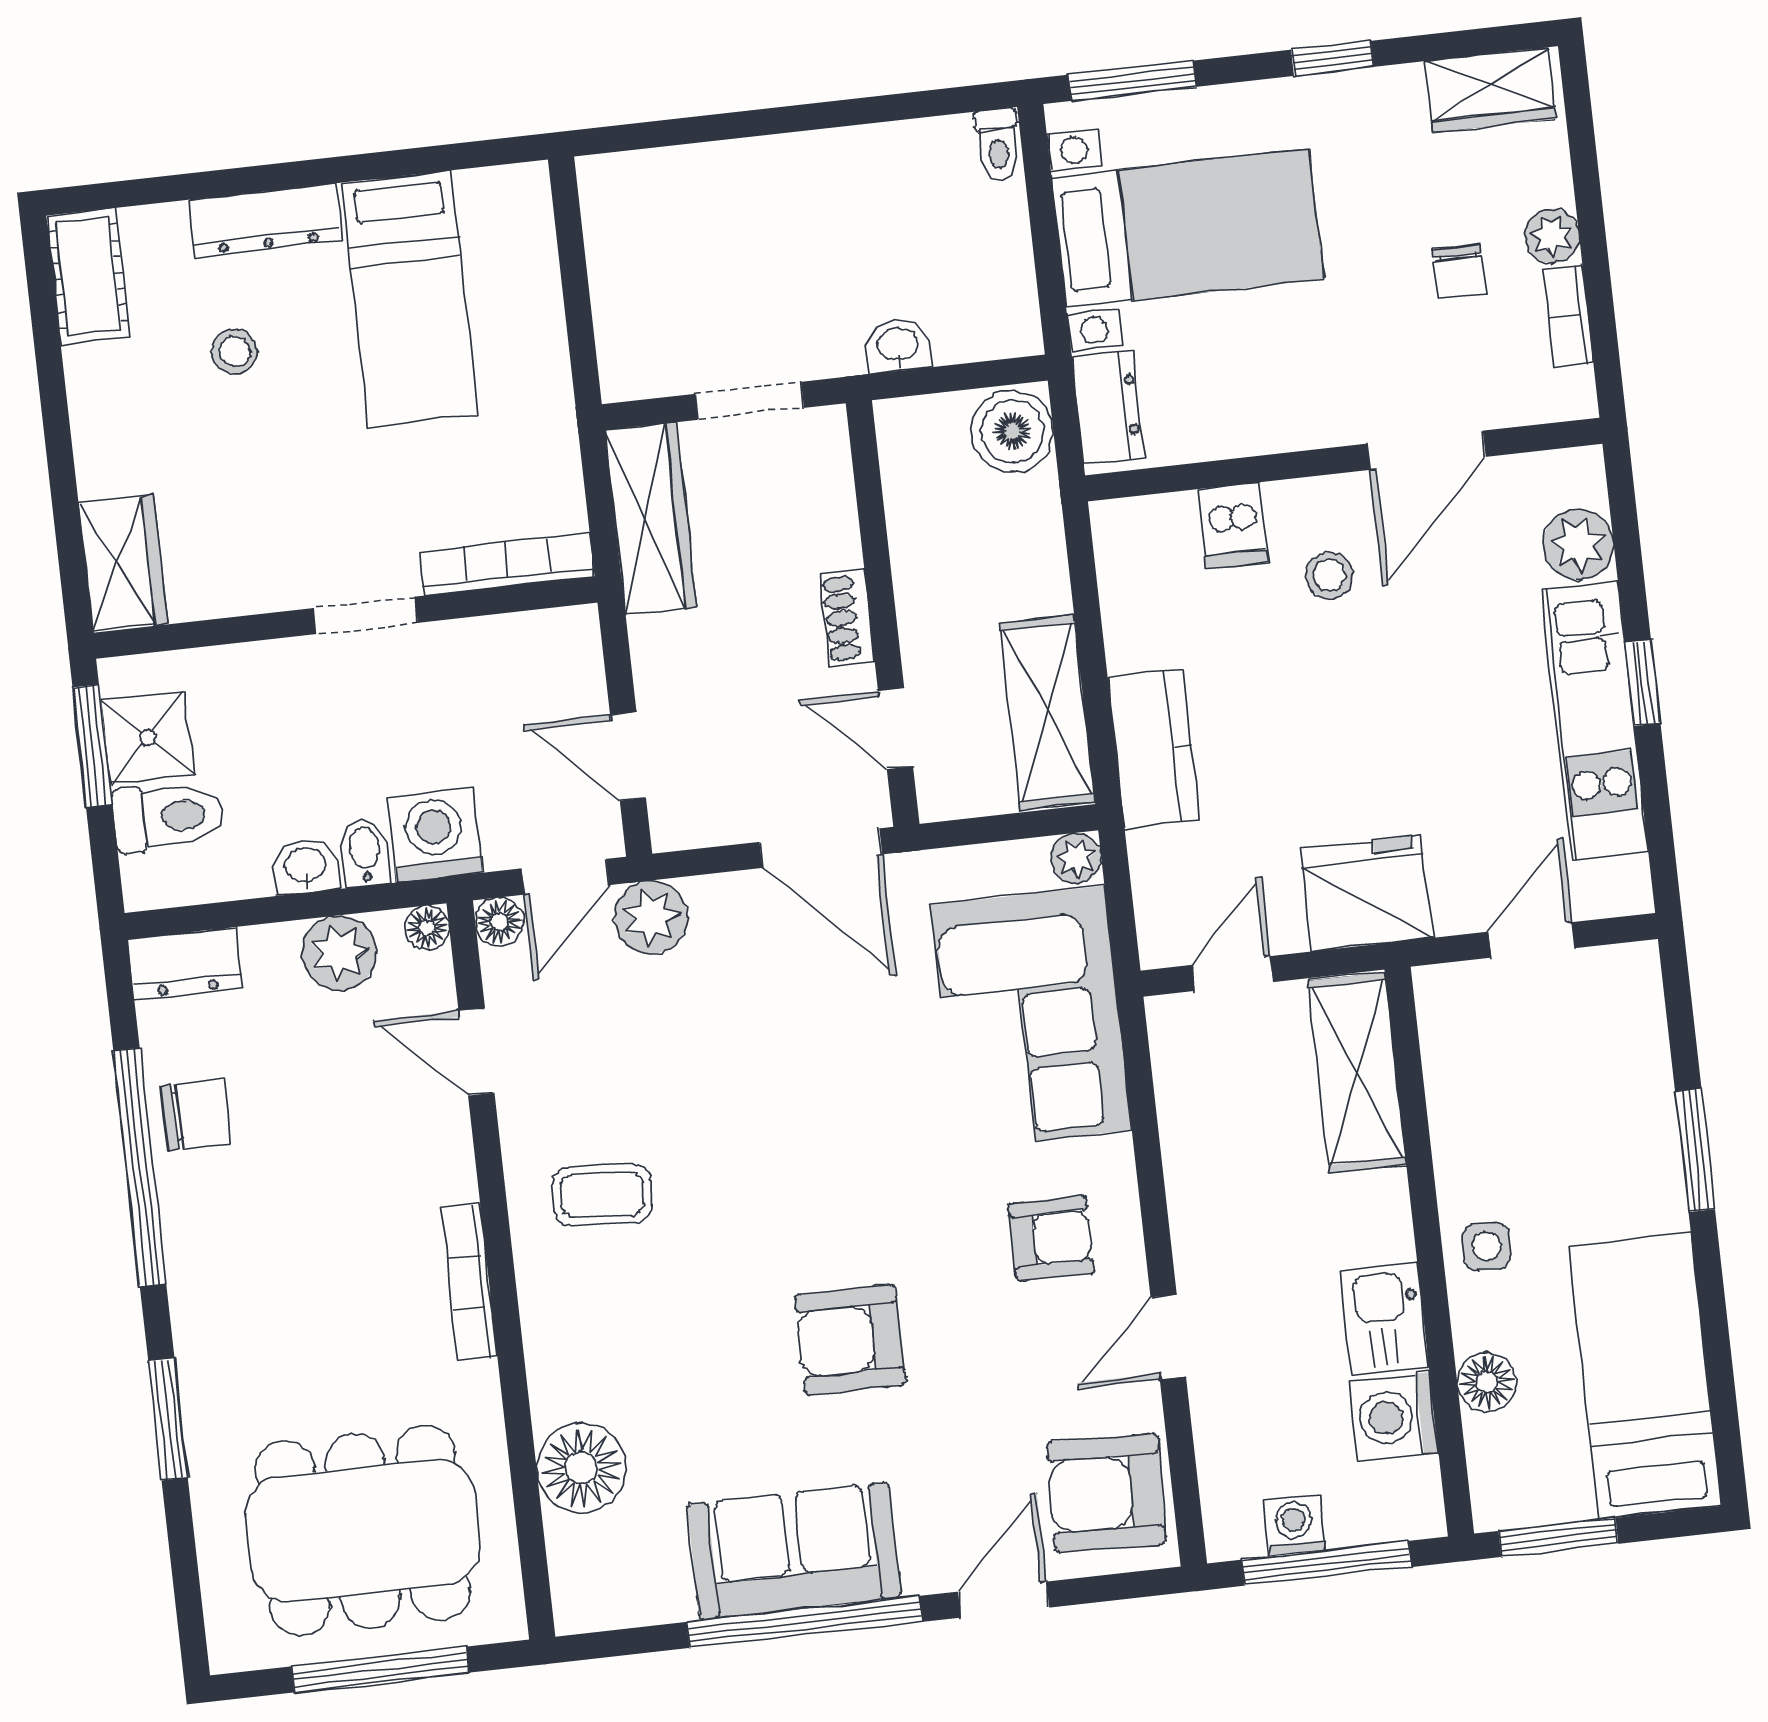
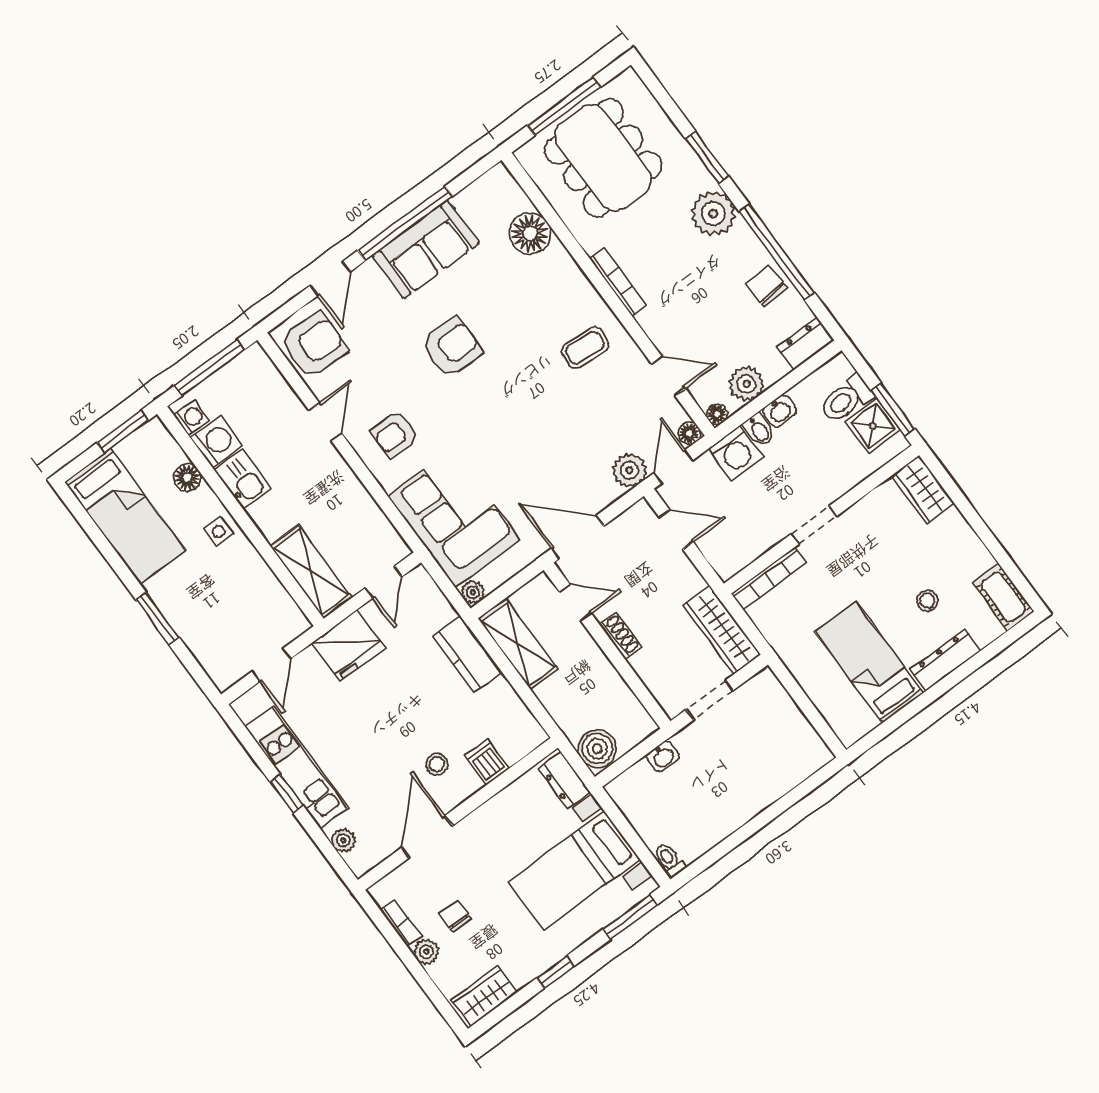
plant: (1578, 544) -> (343, 840), width x0.73, depth x0.73
chair: (196, 1114) -> (766, 286), turned 86
plant: (217, 1307) -> (713, 214), added
washing machine: (1294, 1526) -> (191, 418), moved, turned -90
dining table: (363, 1530) -> (603, 158), turned 90

